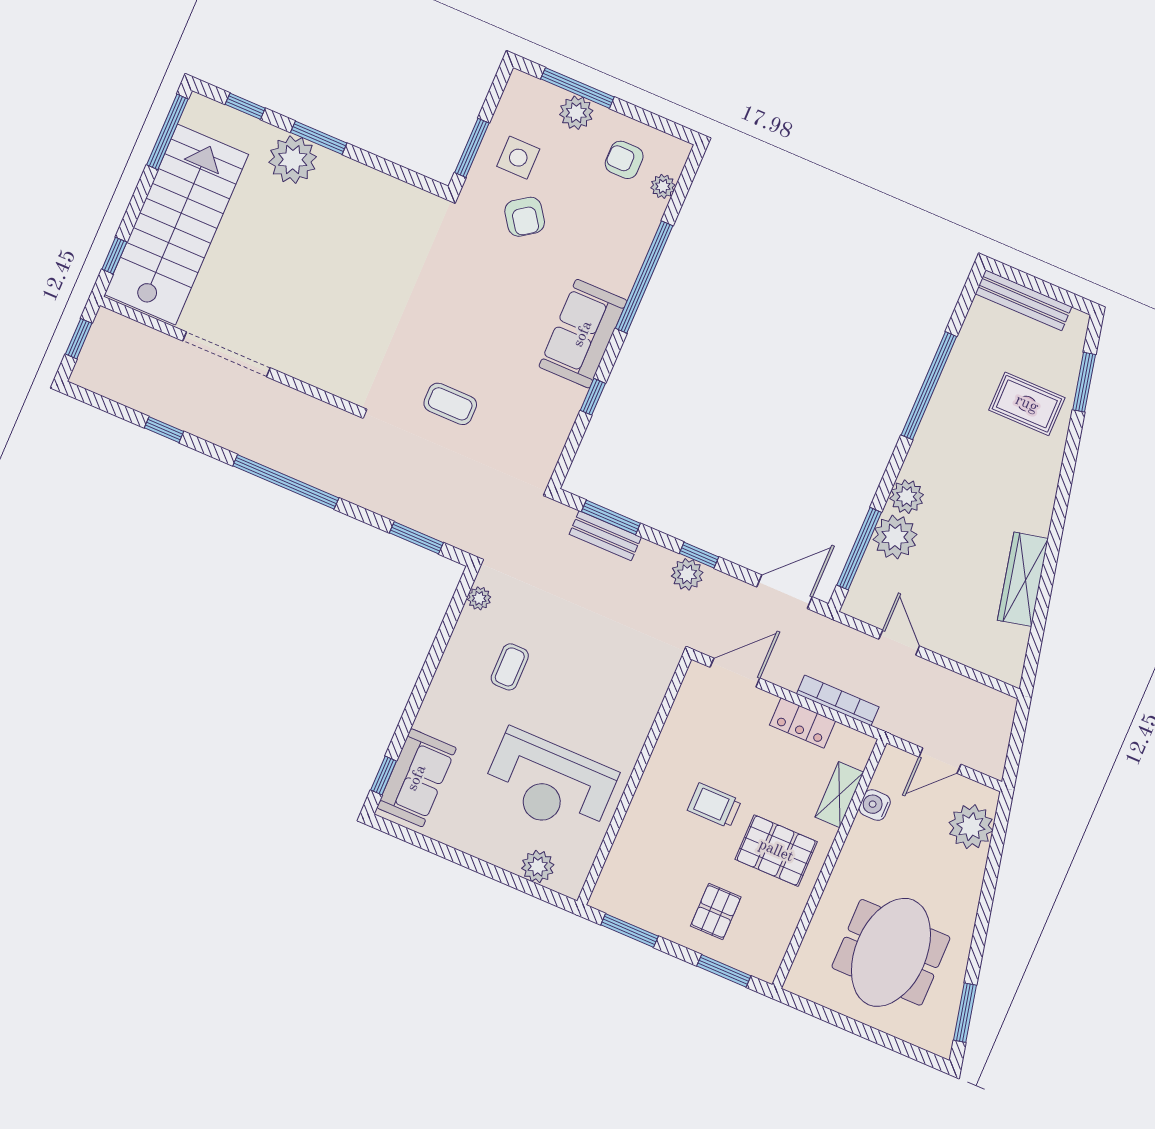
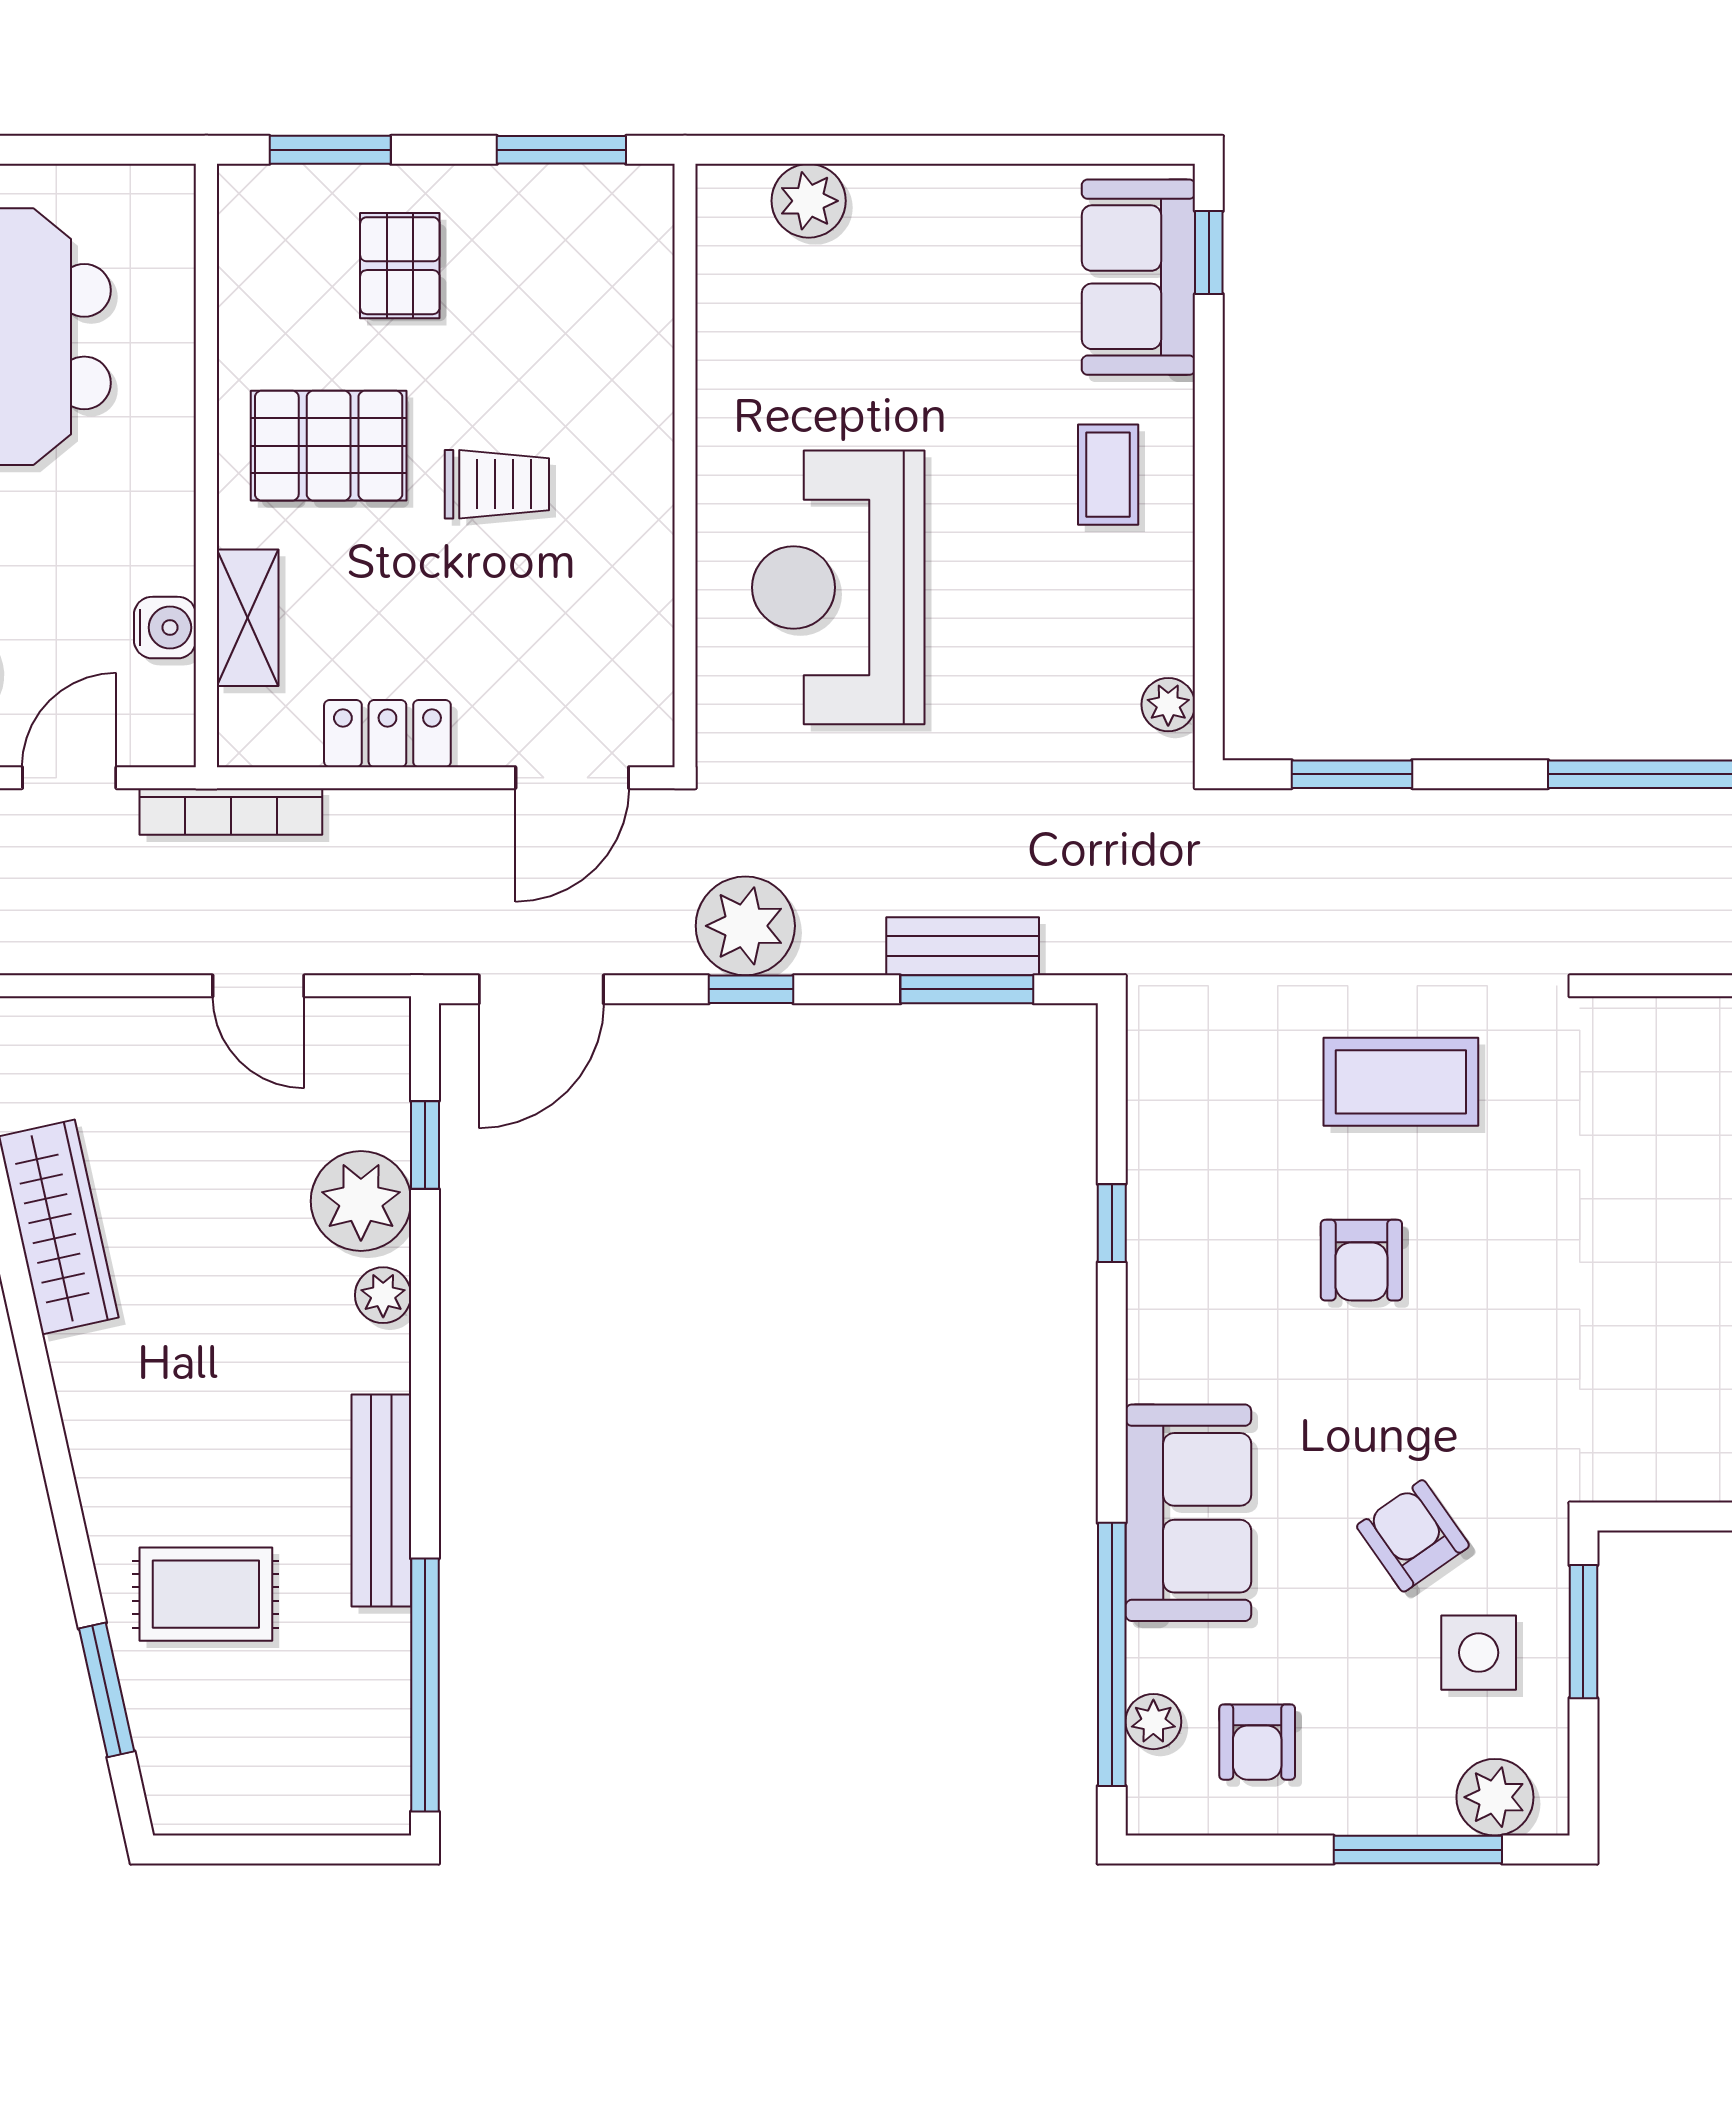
plant: (576, 113) -> (1495, 1797), moved
armchair: (624, 160) -> (1257, 1742), turned 90
window: (644, 277) -> (1112, 1654), moved
bench: (1024, 300) -> (381, 1500), moved, turned 90
sofa: (583, 334) -> (1188, 1513), moved
armchair: (497, 338) -> (1361, 1260), added
window: (929, 386) -> (425, 1685), moved
coffee table: (450, 404) -> (1401, 1082), width x1.36, depth x1.30
plant: (907, 497) -> (383, 1295), width x0.73, depth x0.73
window: (859, 549) -> (425, 1145), width x0.46
plant: (687, 574) -> (745, 926), width x1.36, depth x1.36
coffee table: (510, 667) -> (1108, 475), moved
bookcase: (838, 700) -> (231, 811), moved
reception desk: (550, 784) -> (838, 587), moved, turned -90

